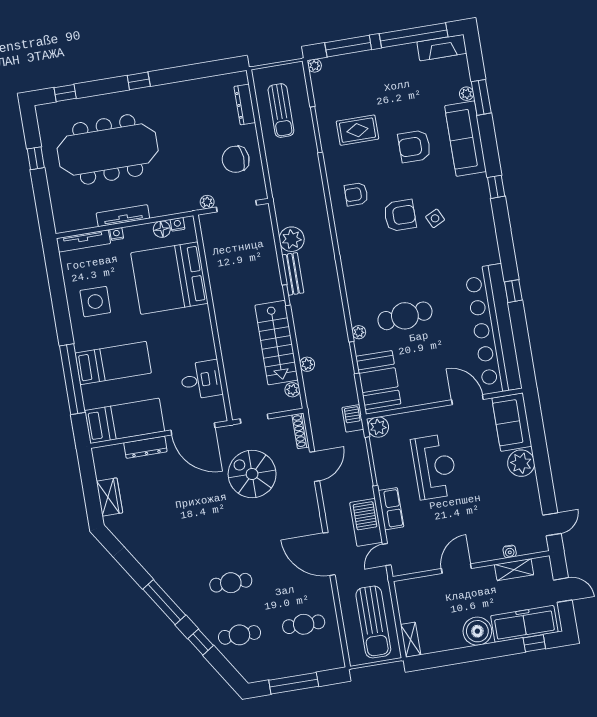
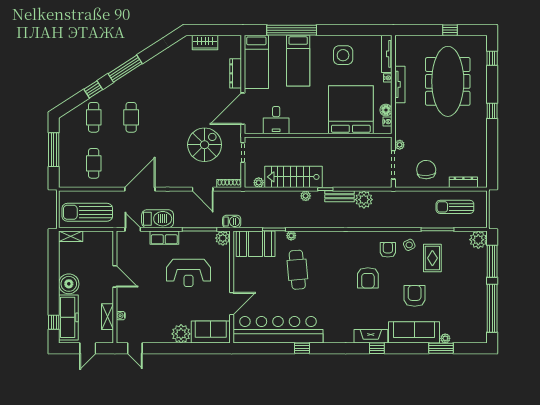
fireplace: (442, 48) -> (371, 336), moved, turned 90
plant: (315, 66) -> (478, 240), width x1.88, depth x1.88
side table: (435, 218) -> (409, 245), moved
plant: (307, 364) -> (306, 196), moved

